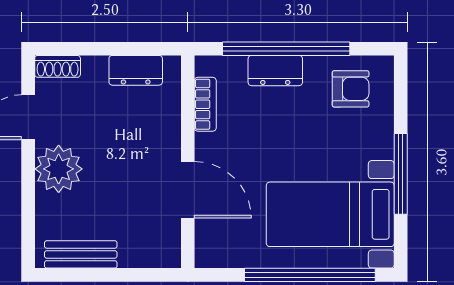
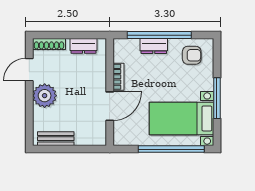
shoe rack: (58, 66) -> (49, 44), width x1.43
bookcase: (205, 104) -> (118, 77), moved
door: (188, 190) -> (110, 106), hinge flipped

